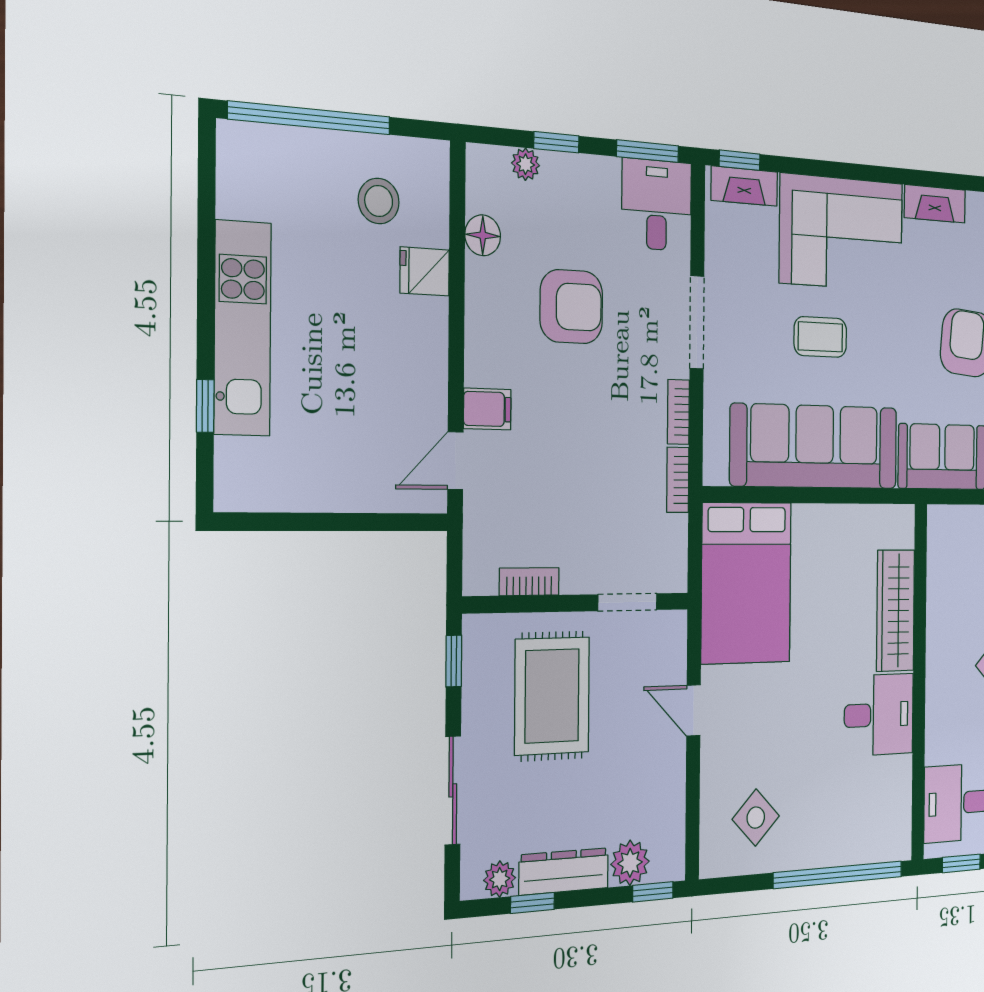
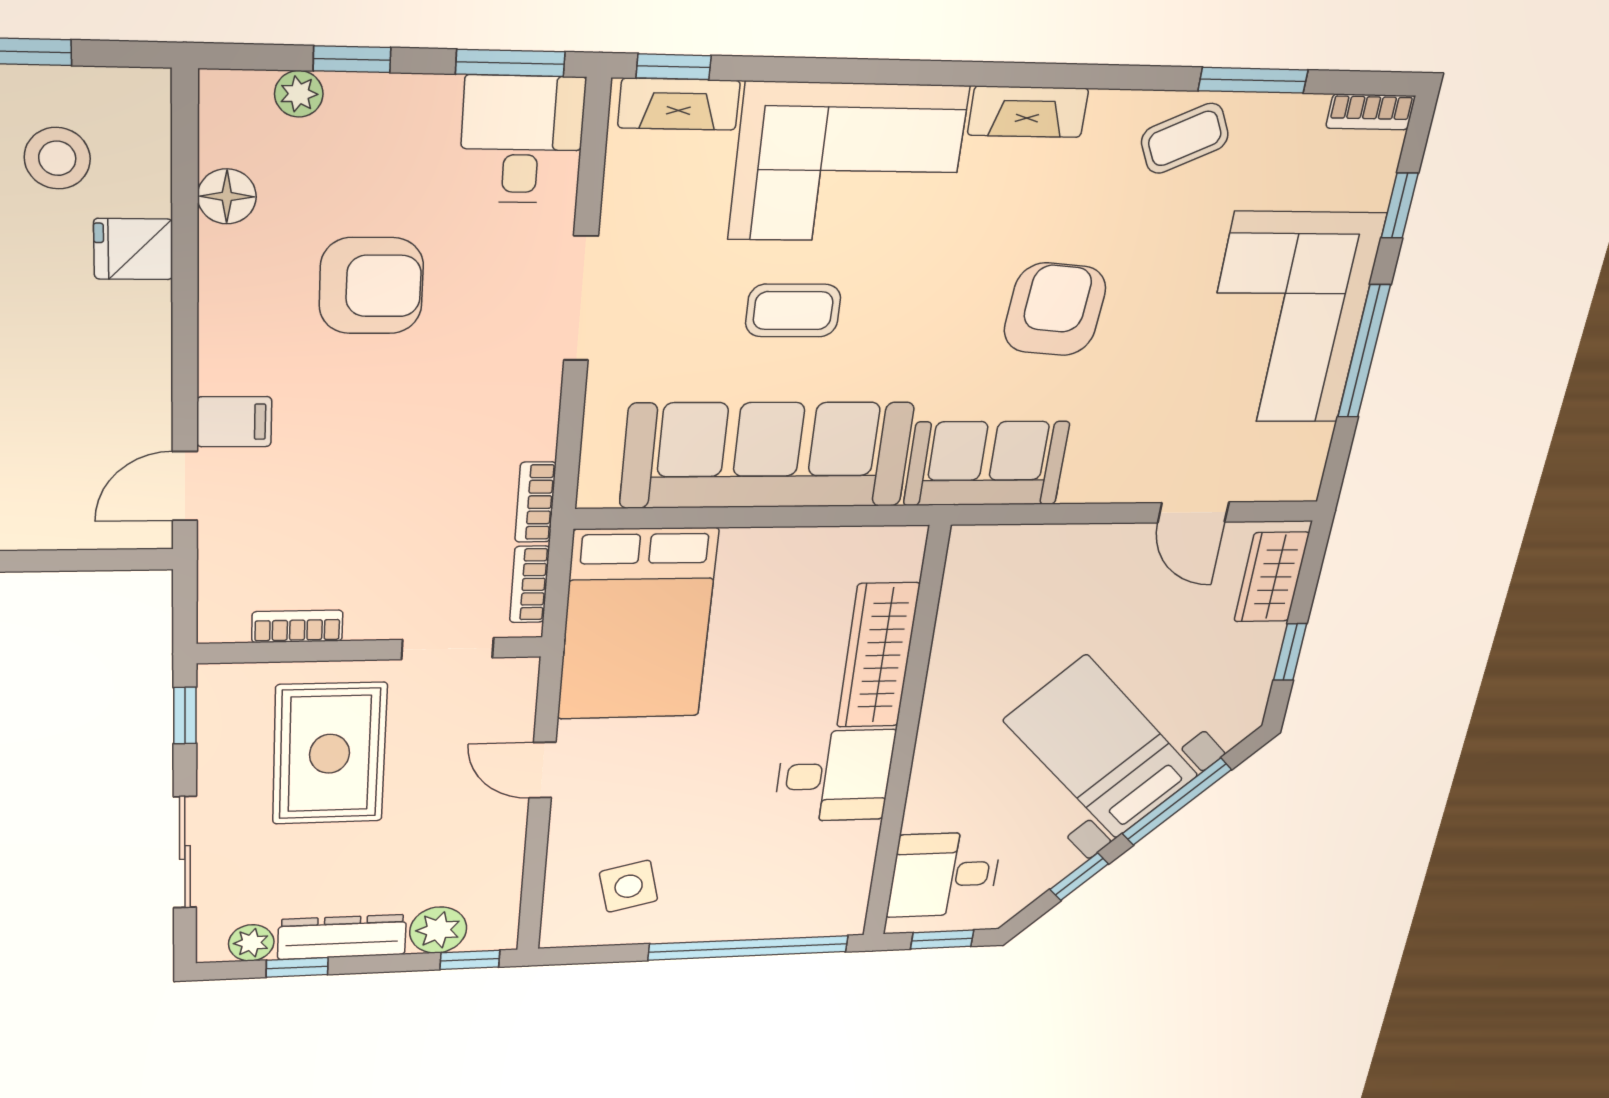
bookcase: (678, 412) -> (529, 584), moved
side table: (756, 818) -> (629, 886), turned 31

